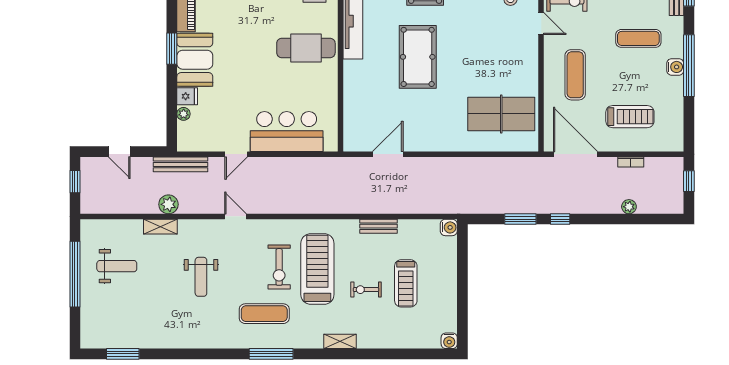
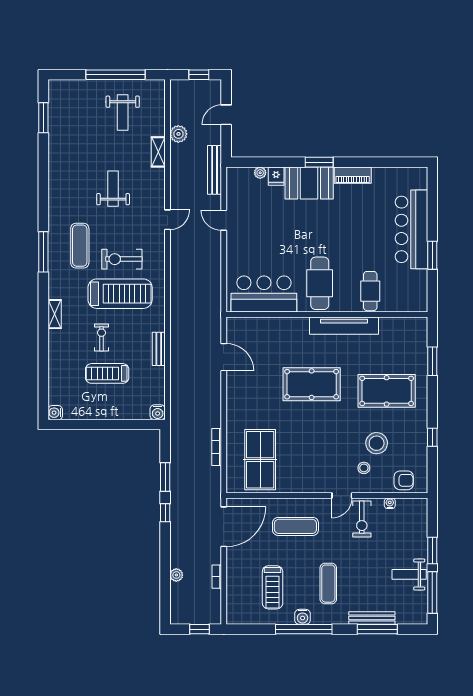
treadmill: (630, 117) -> (273, 587), moved
bar counter: (287, 132) -> (264, 294), moved, turned -90
bookcase: (487, 162) -> (217, 447), added
plant: (168, 204) -> (178, 134), moved
weight bench: (201, 277) -> (113, 189), turned 90

